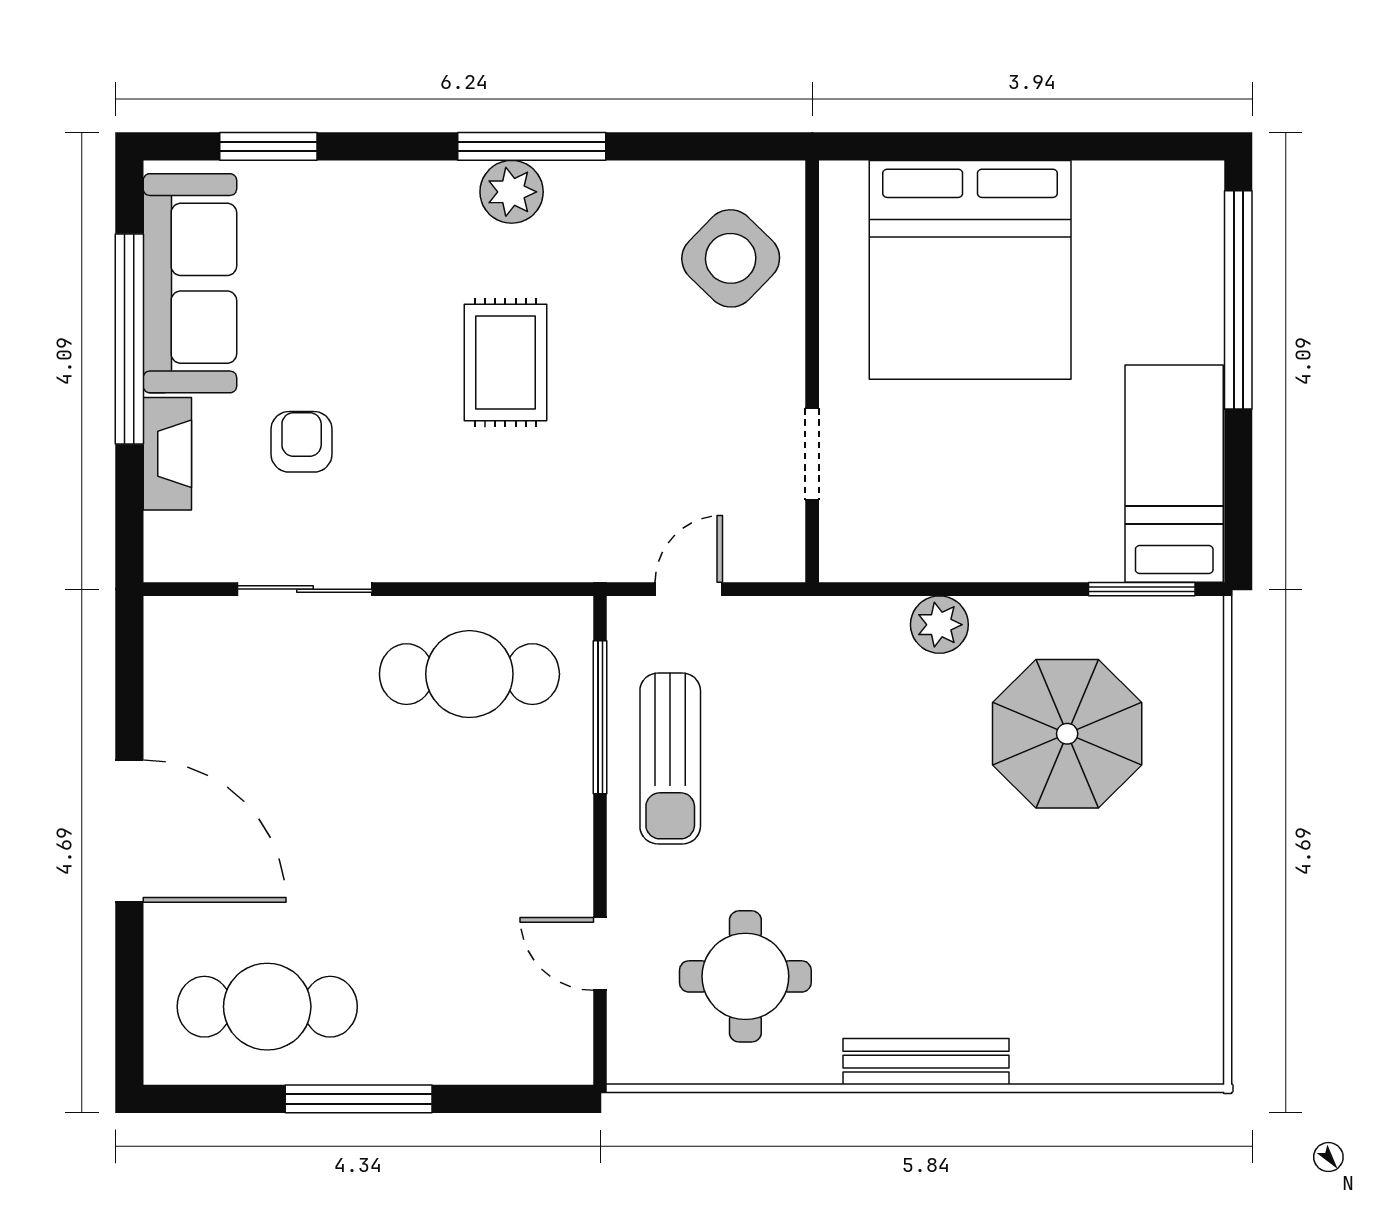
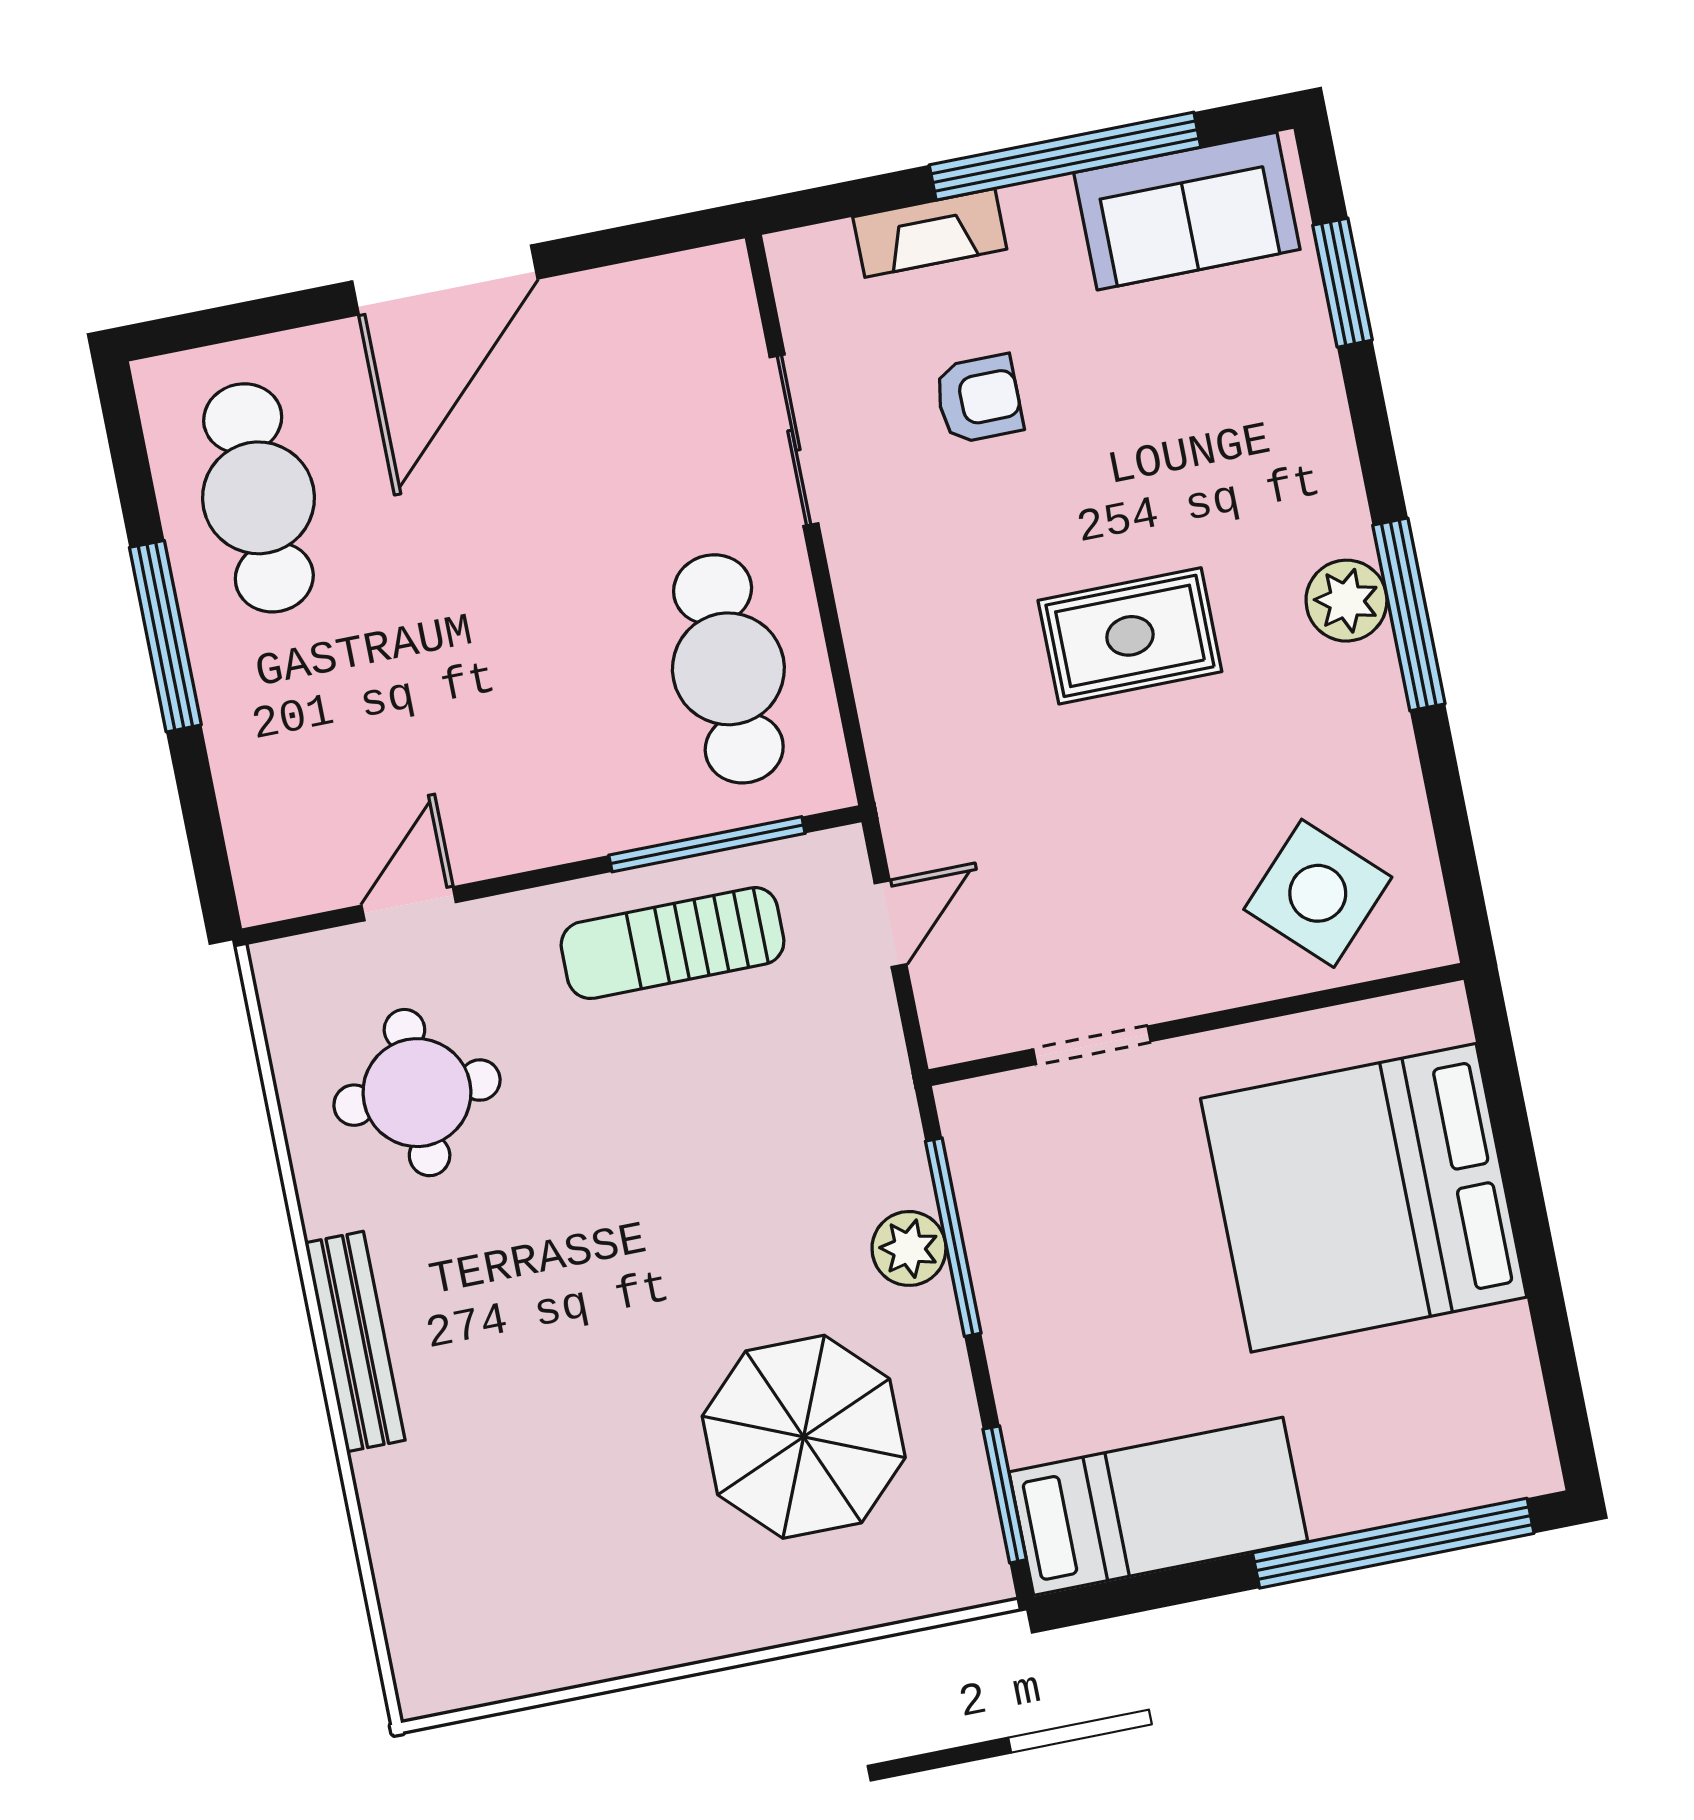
sofa: (190, 283) -> (1187, 211), width x0.73
door: (689, 589) -> (891, 924), hinge flipped
window: (938, 589) -> (953, 1237), added

